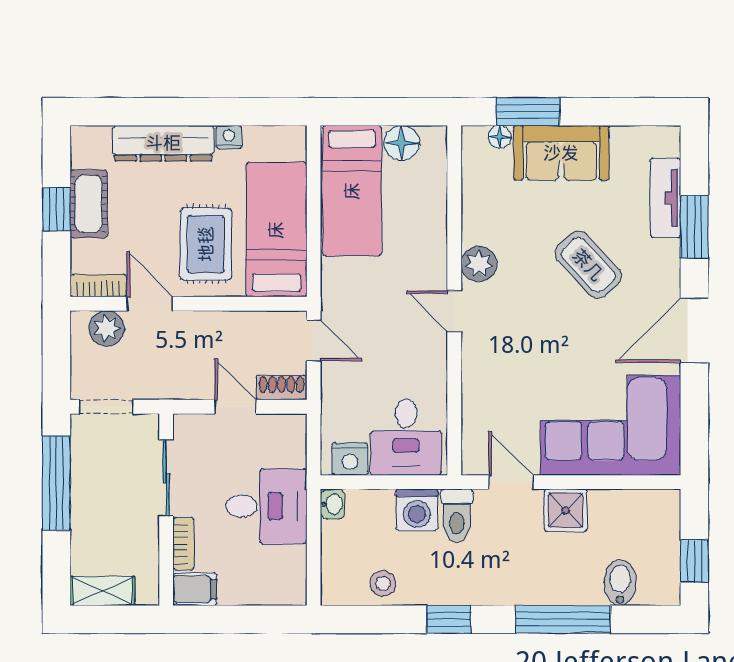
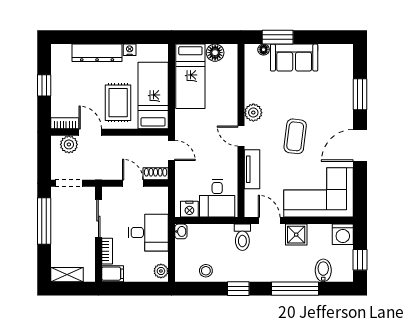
tv unit: (665, 198) -> (252, 169), moved, turned 180
cot: (89, 204) -> (60, 83), removed
coffee table: (588, 265) -> (295, 136), moved, turned 50
washing machine: (417, 510) -> (343, 234), moved
plant: (292, 584) -> (161, 271), added

